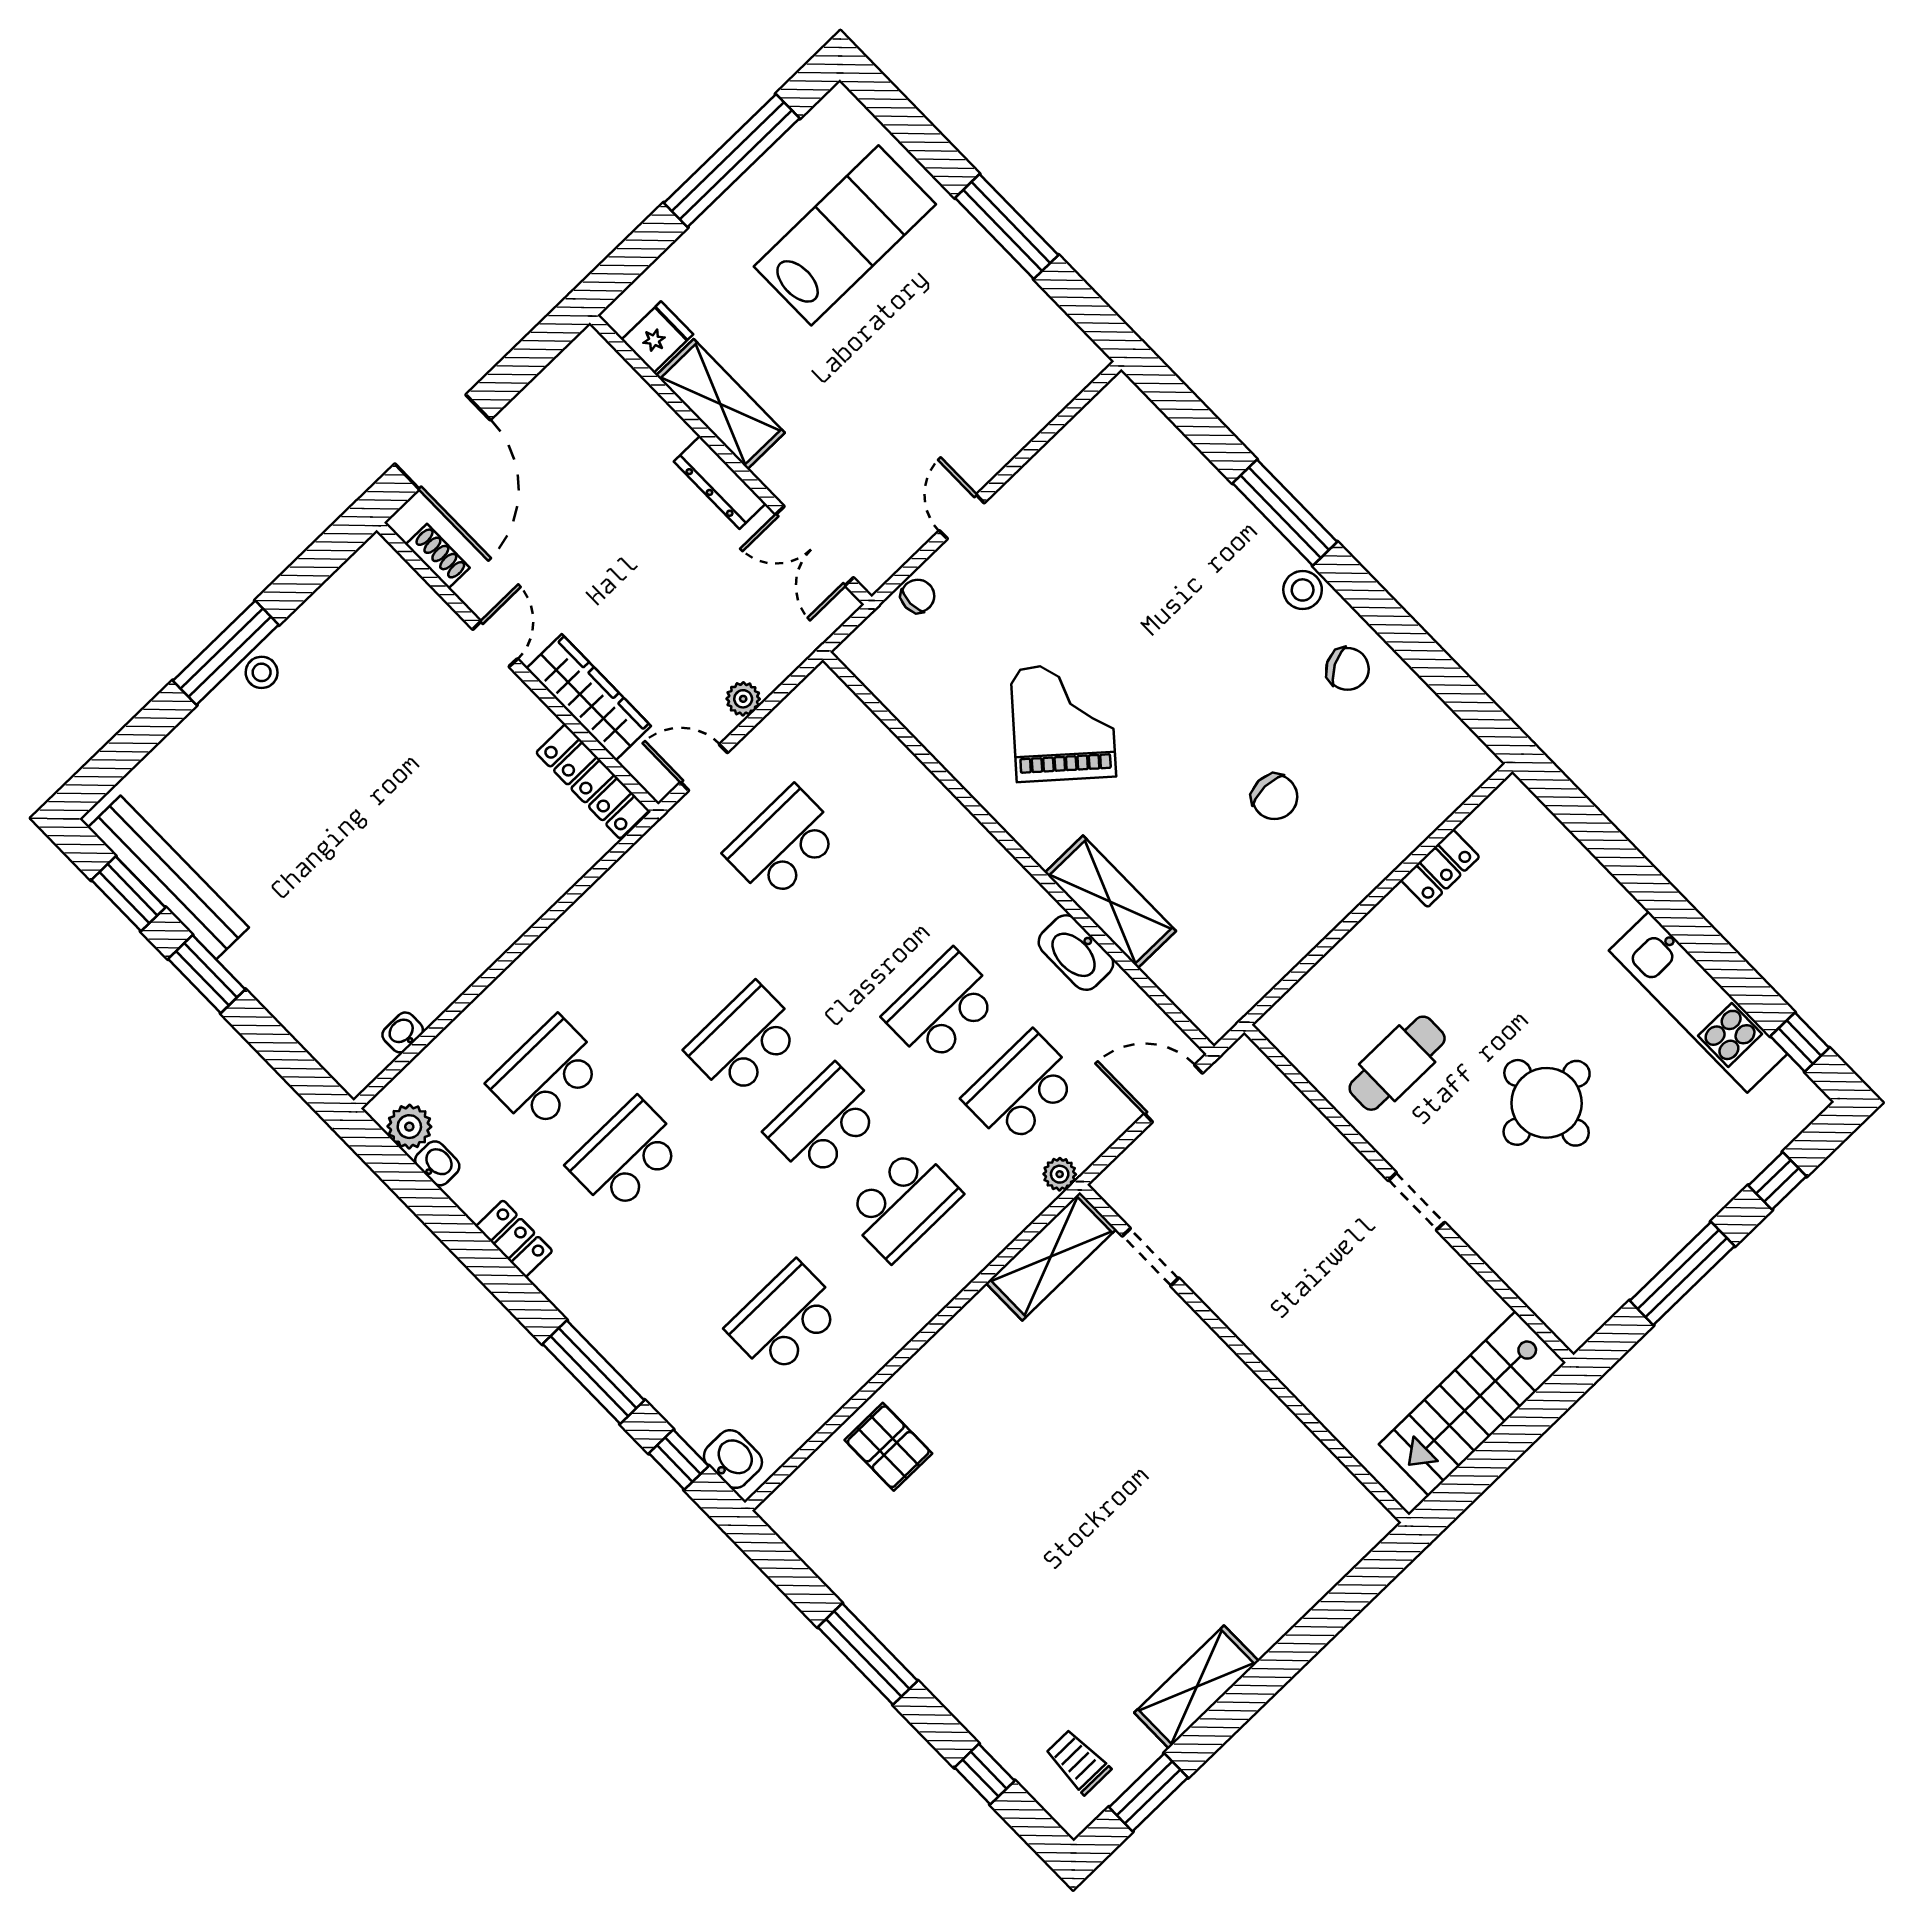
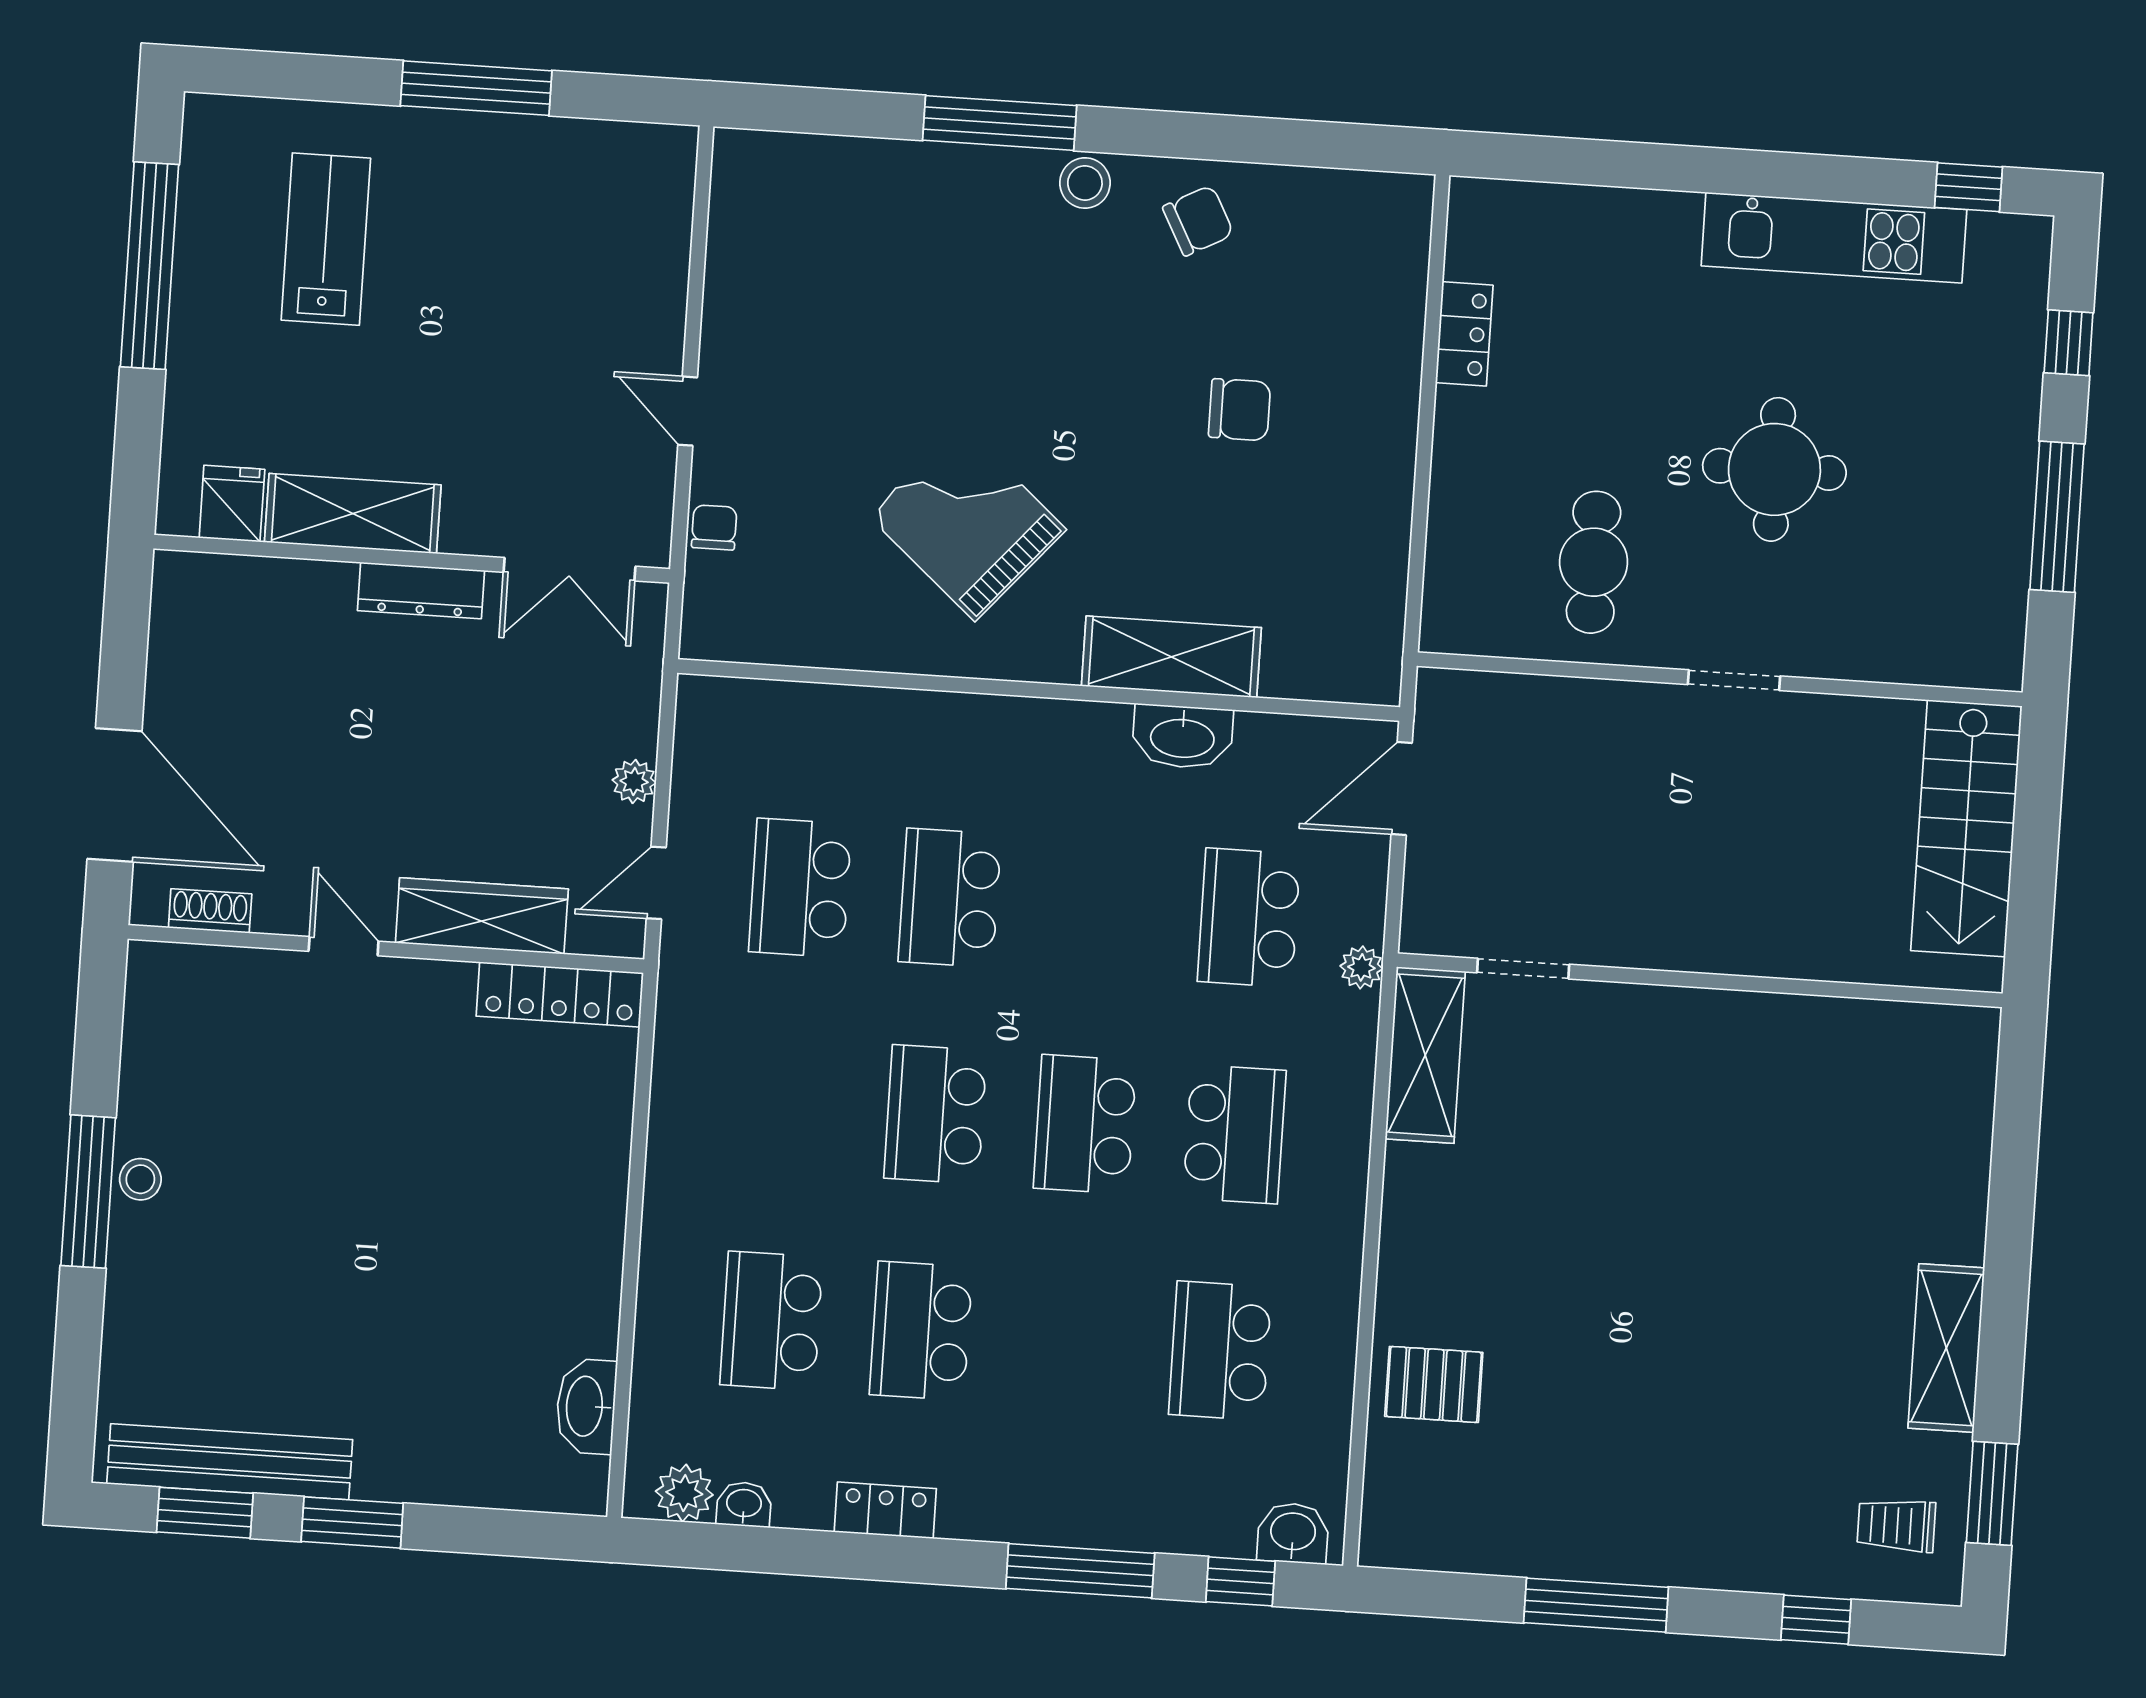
lab bench: (845, 235) -> (326, 239), width x0.73, depth x0.72
school desk: (942, 1007) -> (950, 898), moved
washbasin: (403, 1032) -> (586, 1406), width x1.91, depth x1.45

